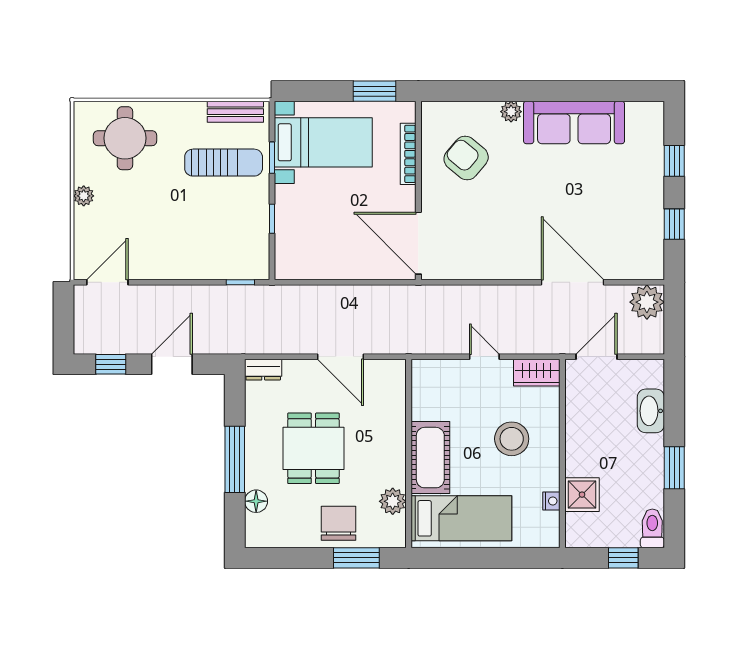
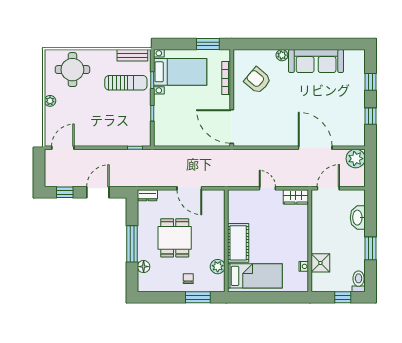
stool: (512, 439) -> (282, 233), removed
chair: (338, 523) -> (188, 279), width x0.54, depth x0.54

